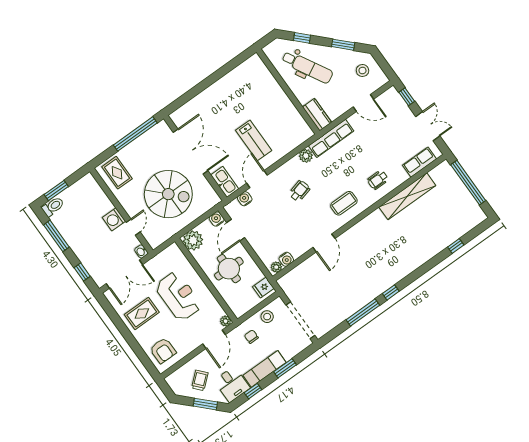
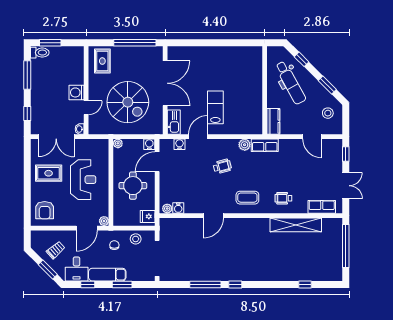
row of seats: (331, 138) -> (265, 145), width x0.68
lab bench: (254, 140) -> (215, 107), turned 180
plant: (193, 240) -> (118, 143), width x0.53, depth x0.53

